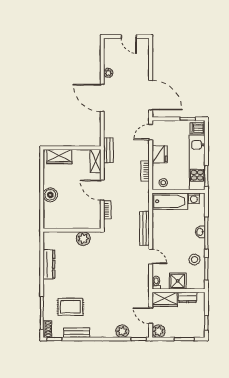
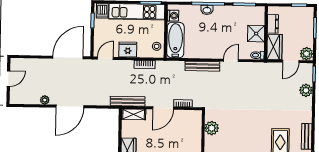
door: (151, 132) -> (105, 58), swing flipped
bench: (108, 150) -> (128, 101), width x1.36
stool: (195, 260) -> (235, 16), removed

